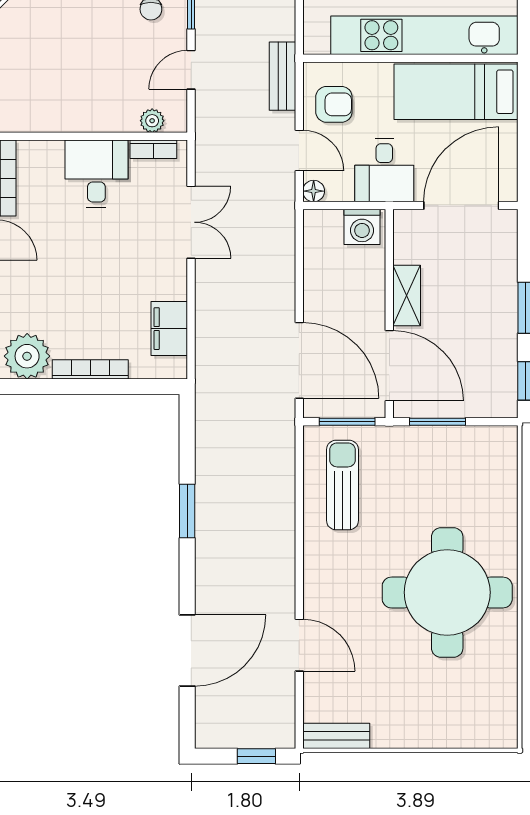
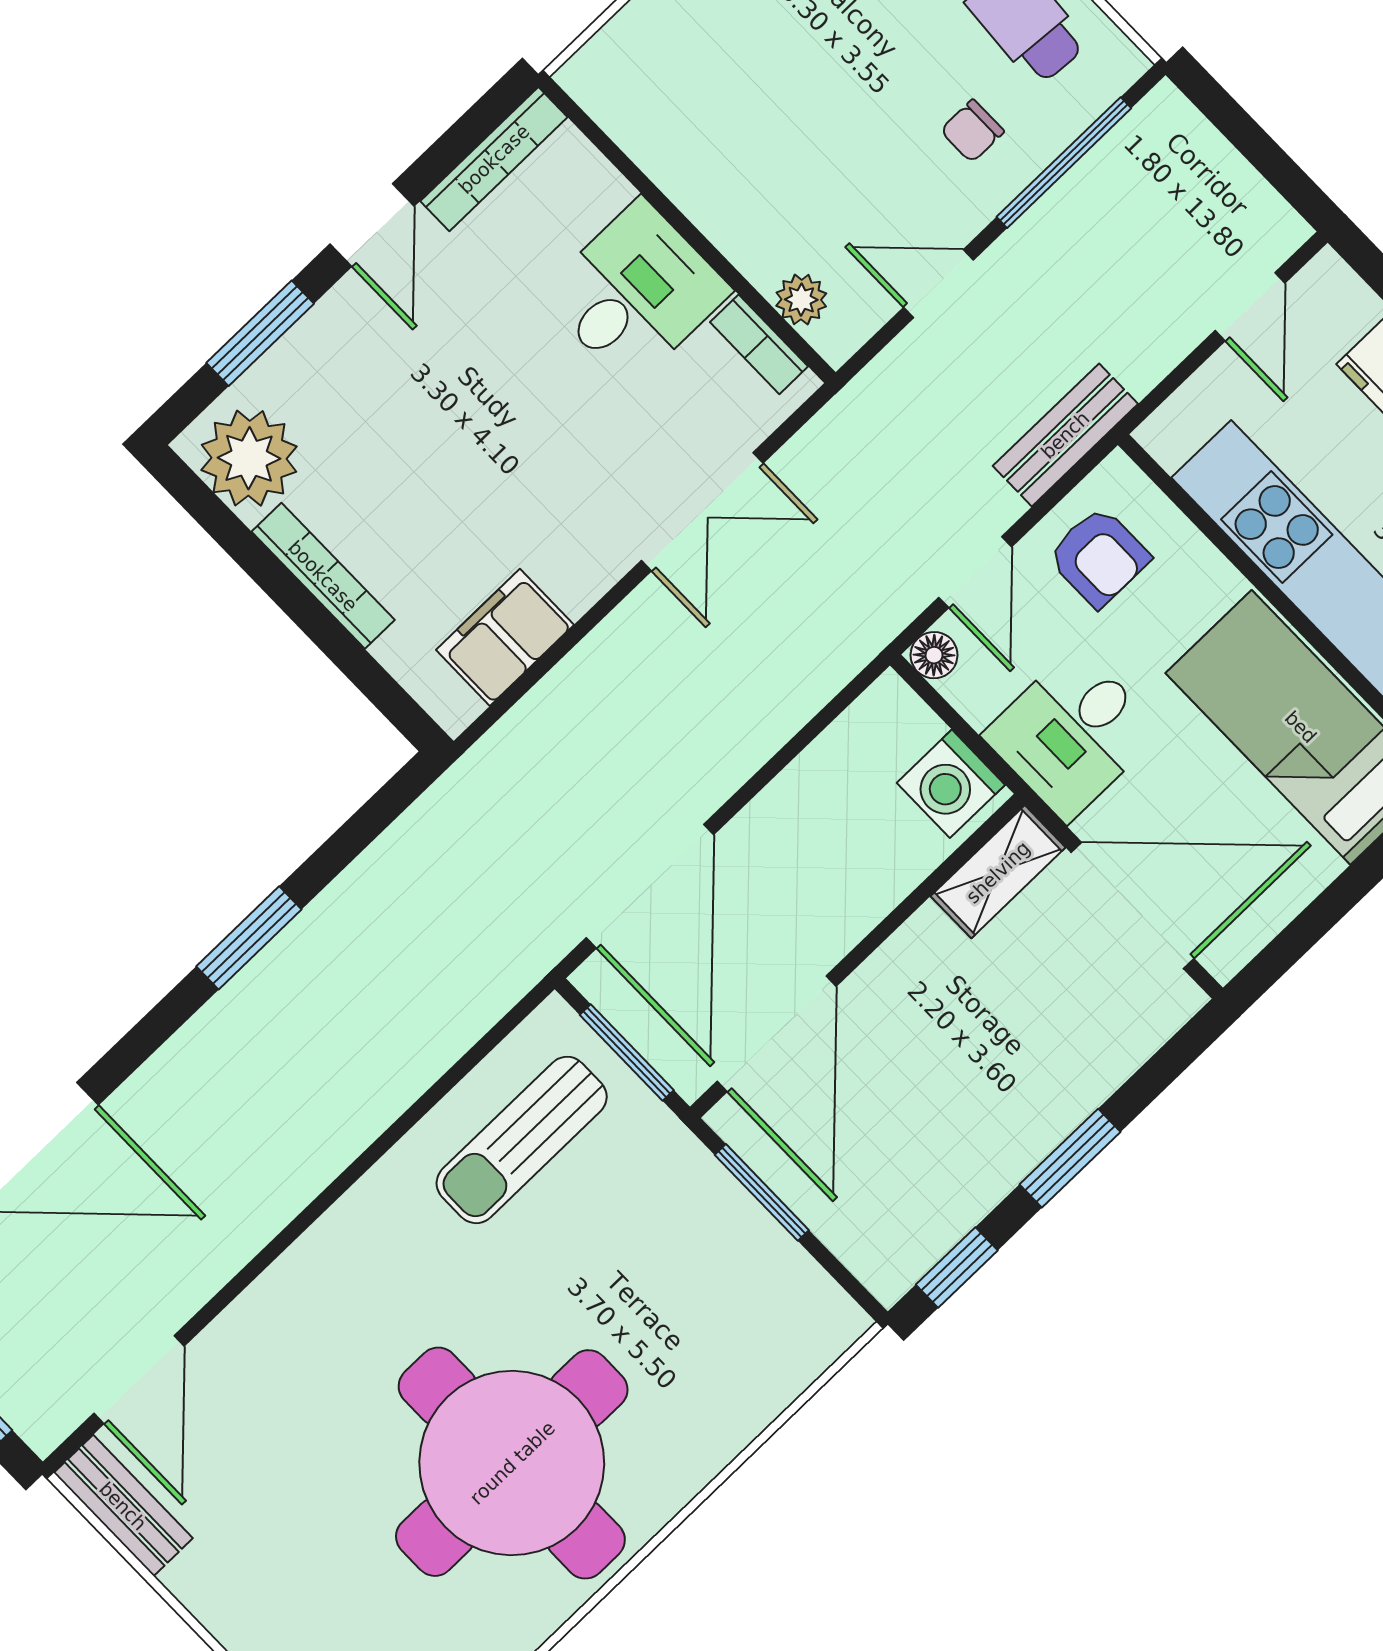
shelving: (407, 296) -> (998, 872), moved
sun lounger: (343, 485) -> (522, 1140), turned 180
door: (299, 645) -> (139, 1380), moved

